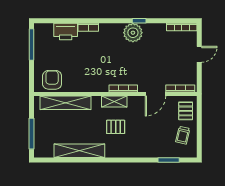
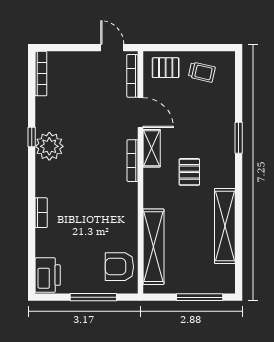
printer: (66, 32) -> (48, 275), moved
window: (31, 45) -> (93, 297), moved
door: (199, 54) -> (112, 48), moved
shelving: (114, 101) -> (152, 148), moved
window: (169, 160) -> (239, 138), moved

